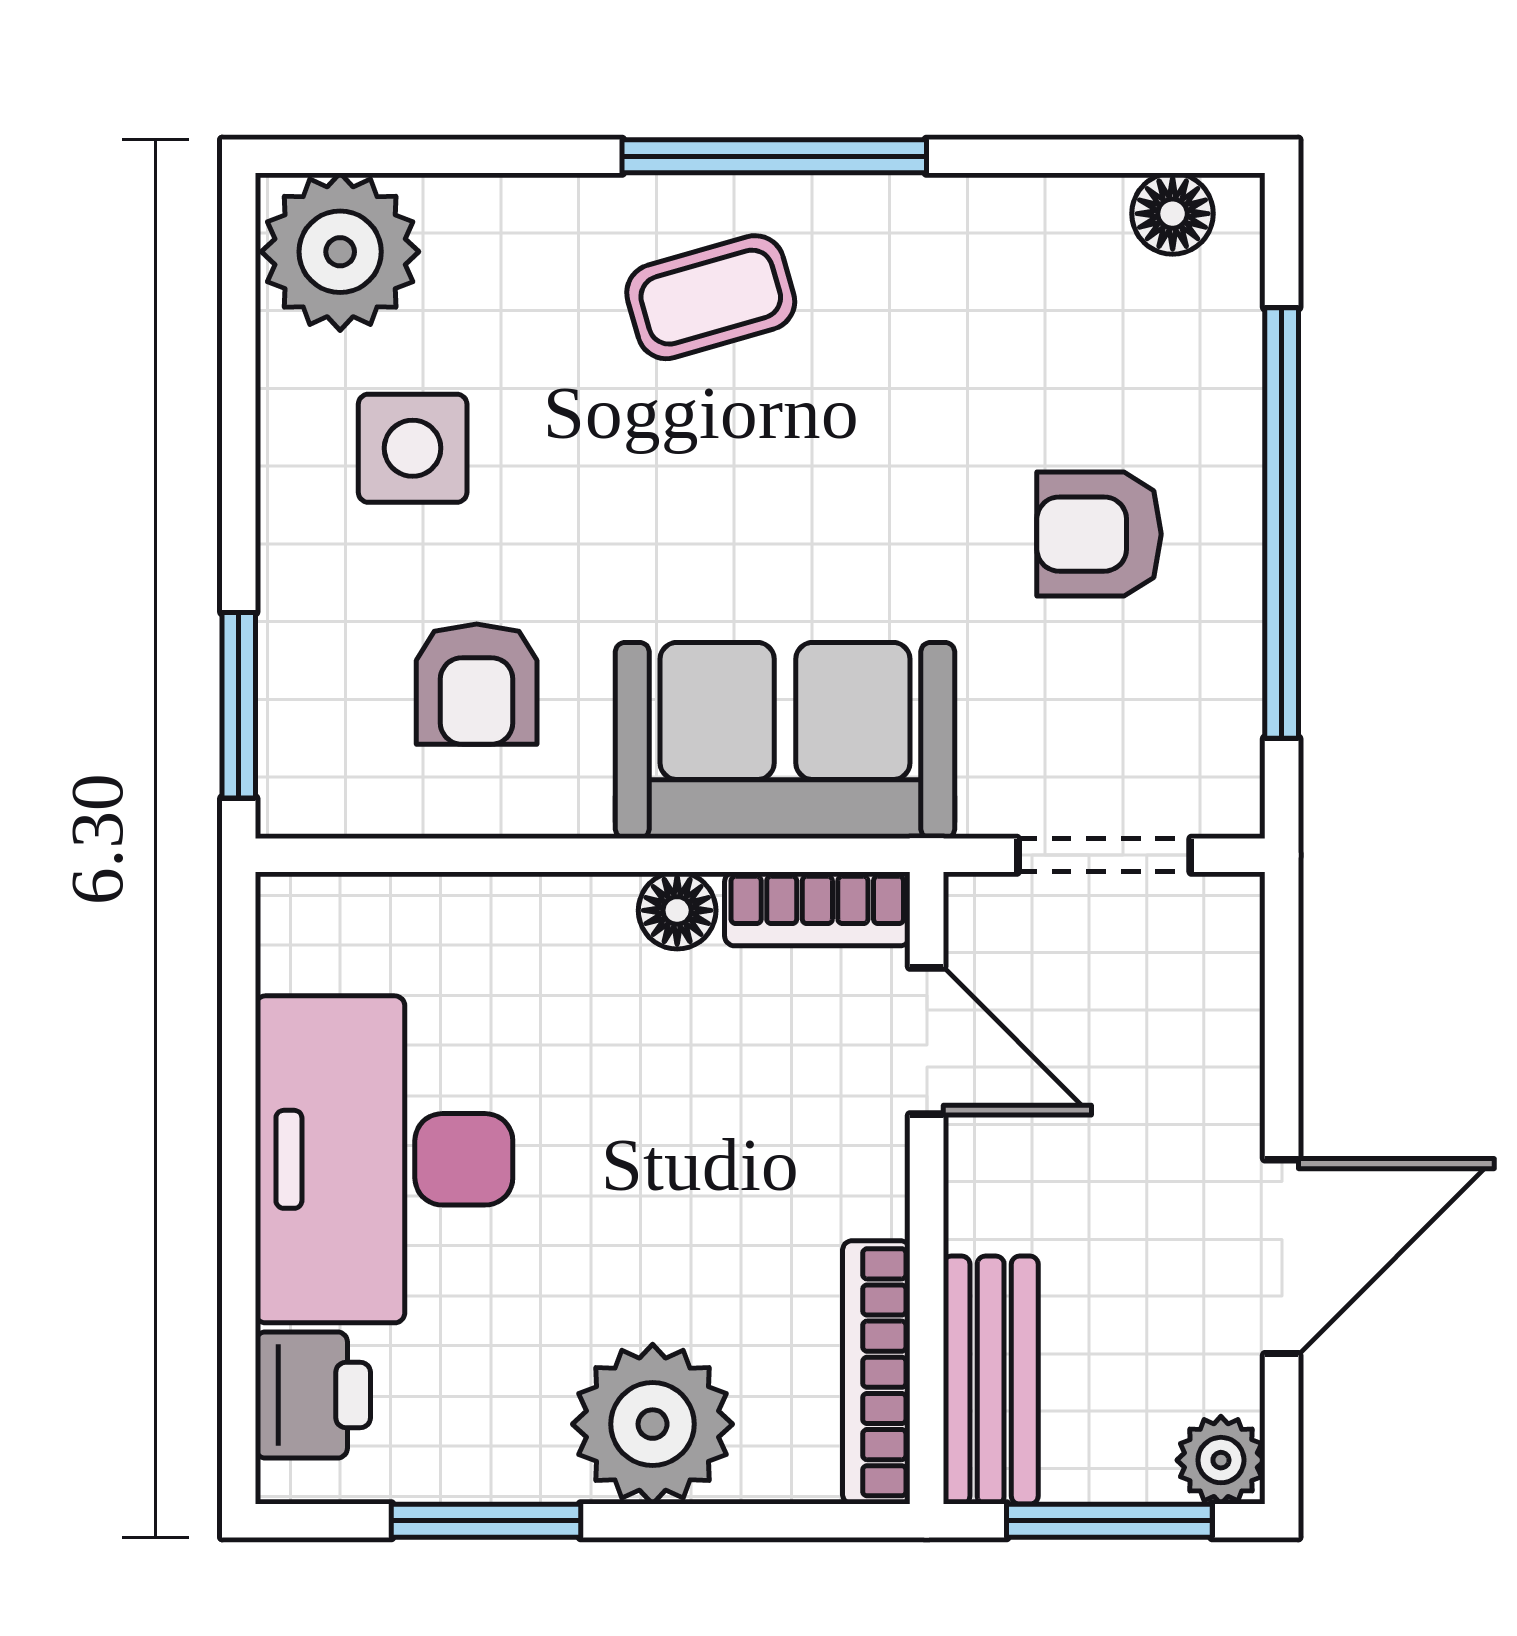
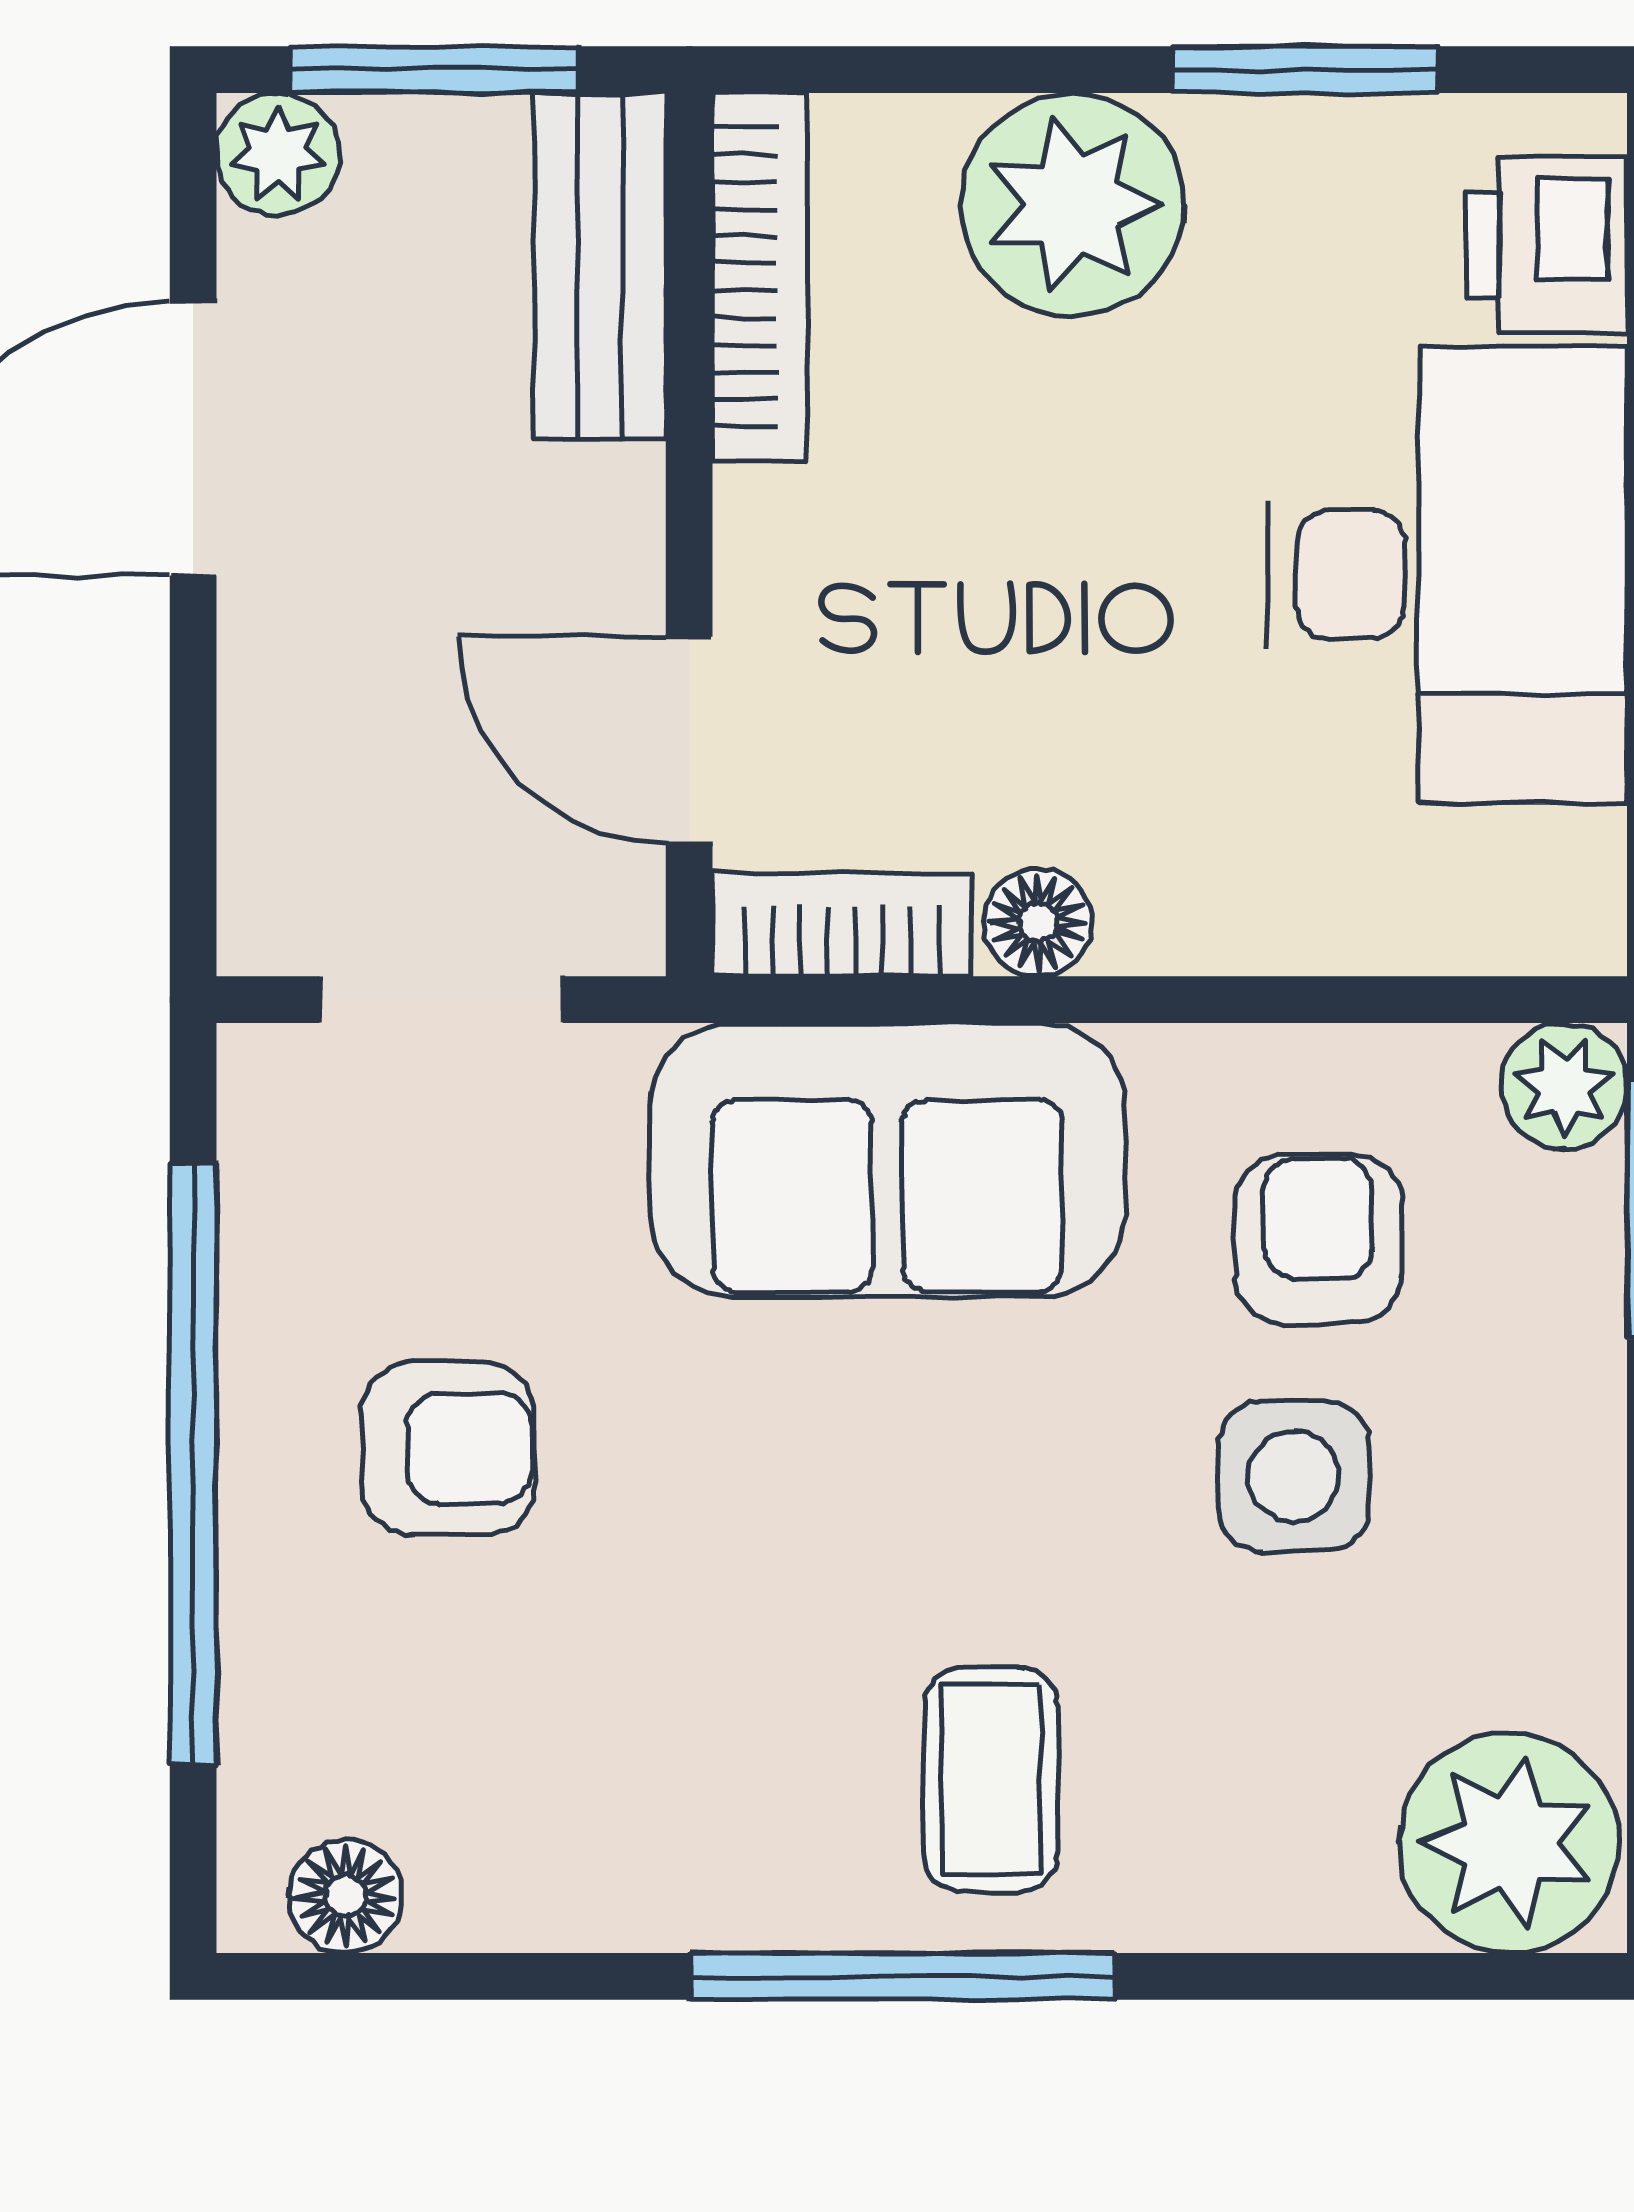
coffee table: (711, 297) -> (991, 1780), turned -74
side table: (413, 448) -> (1294, 1476), moved
plant: (301, 793) -> (1564, 1086), added

